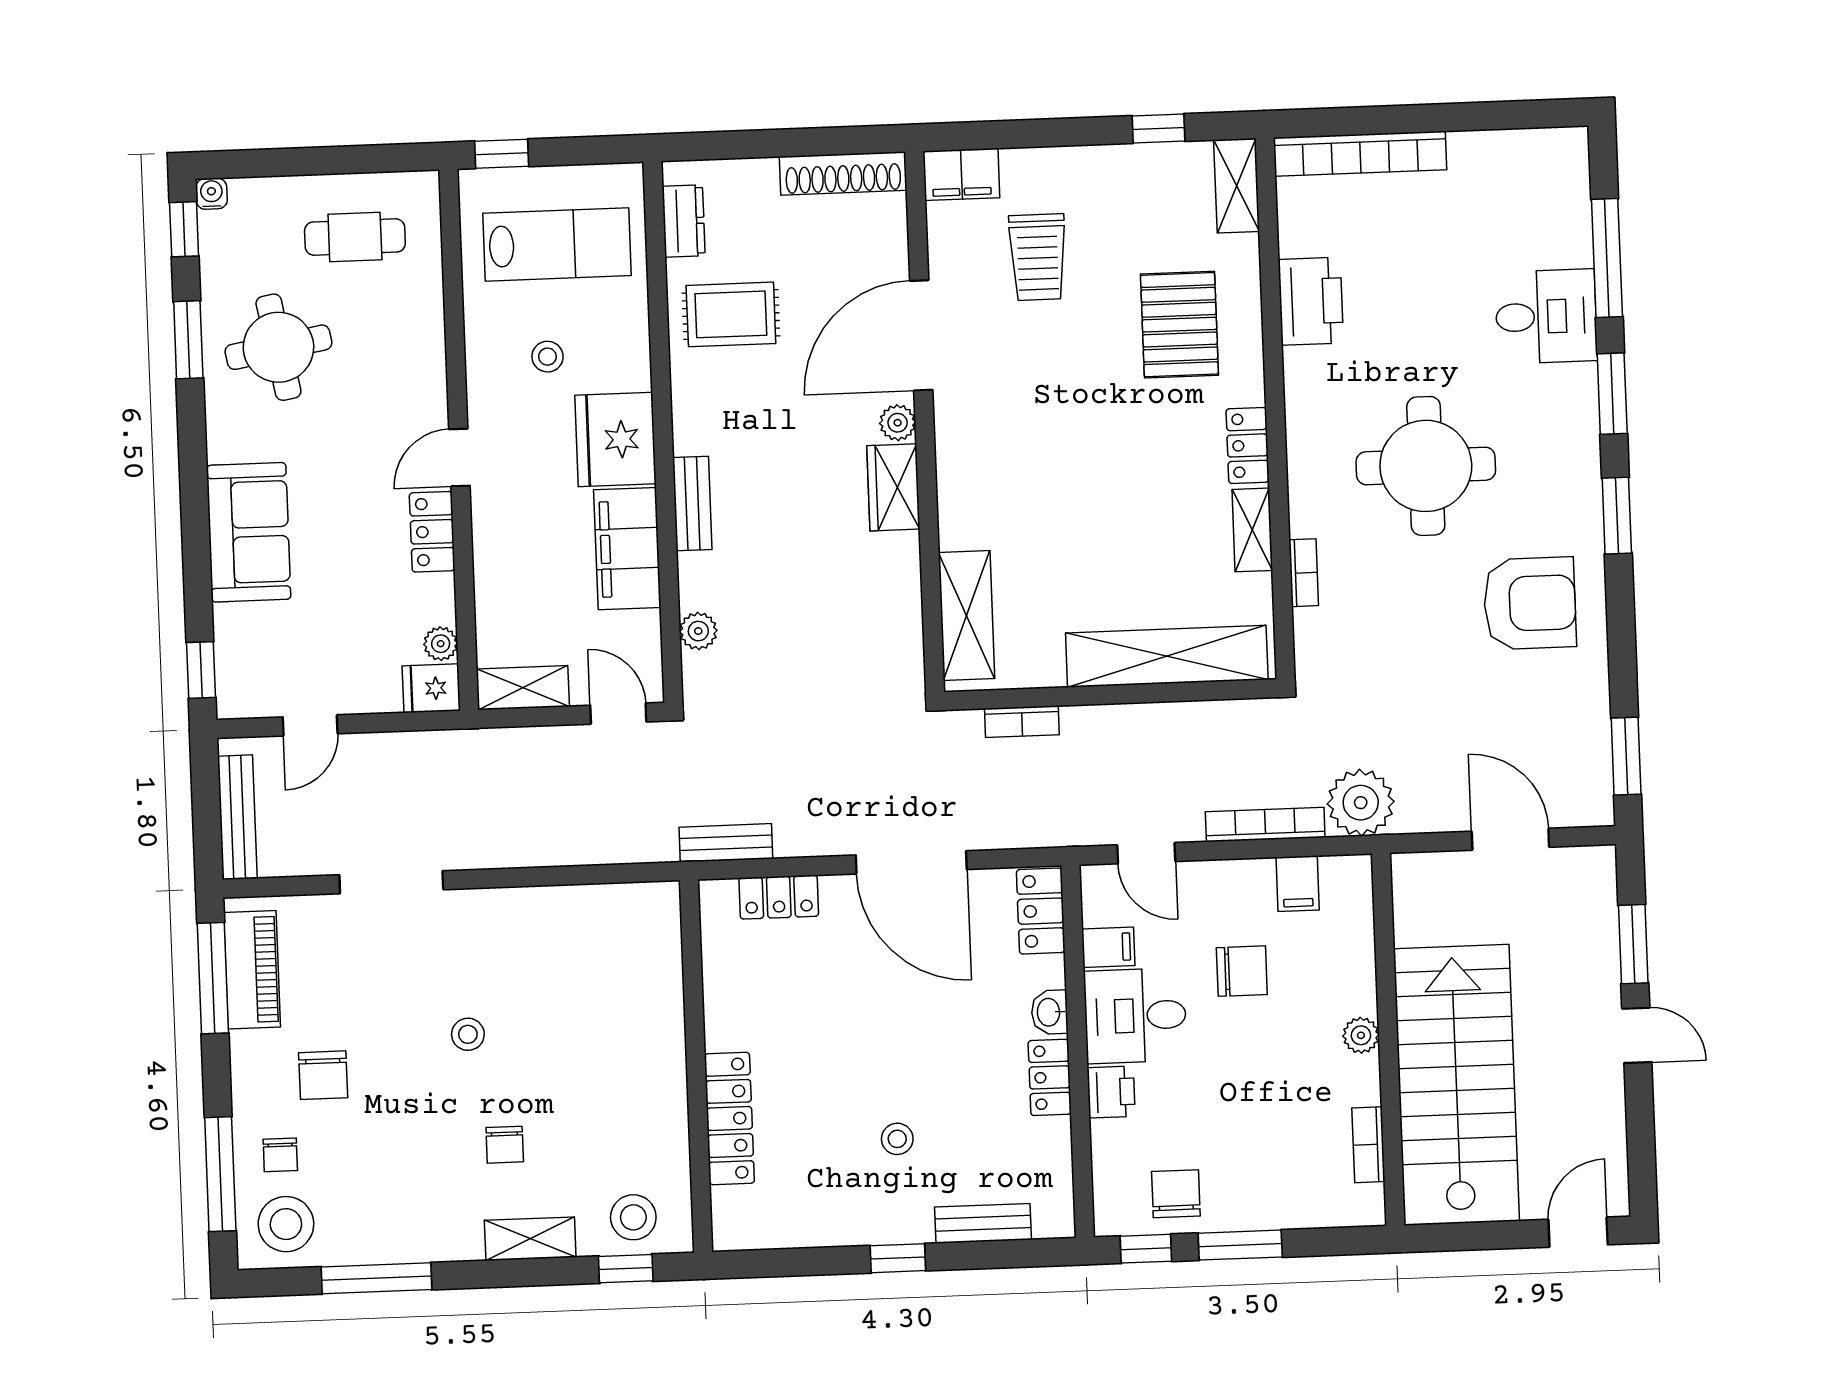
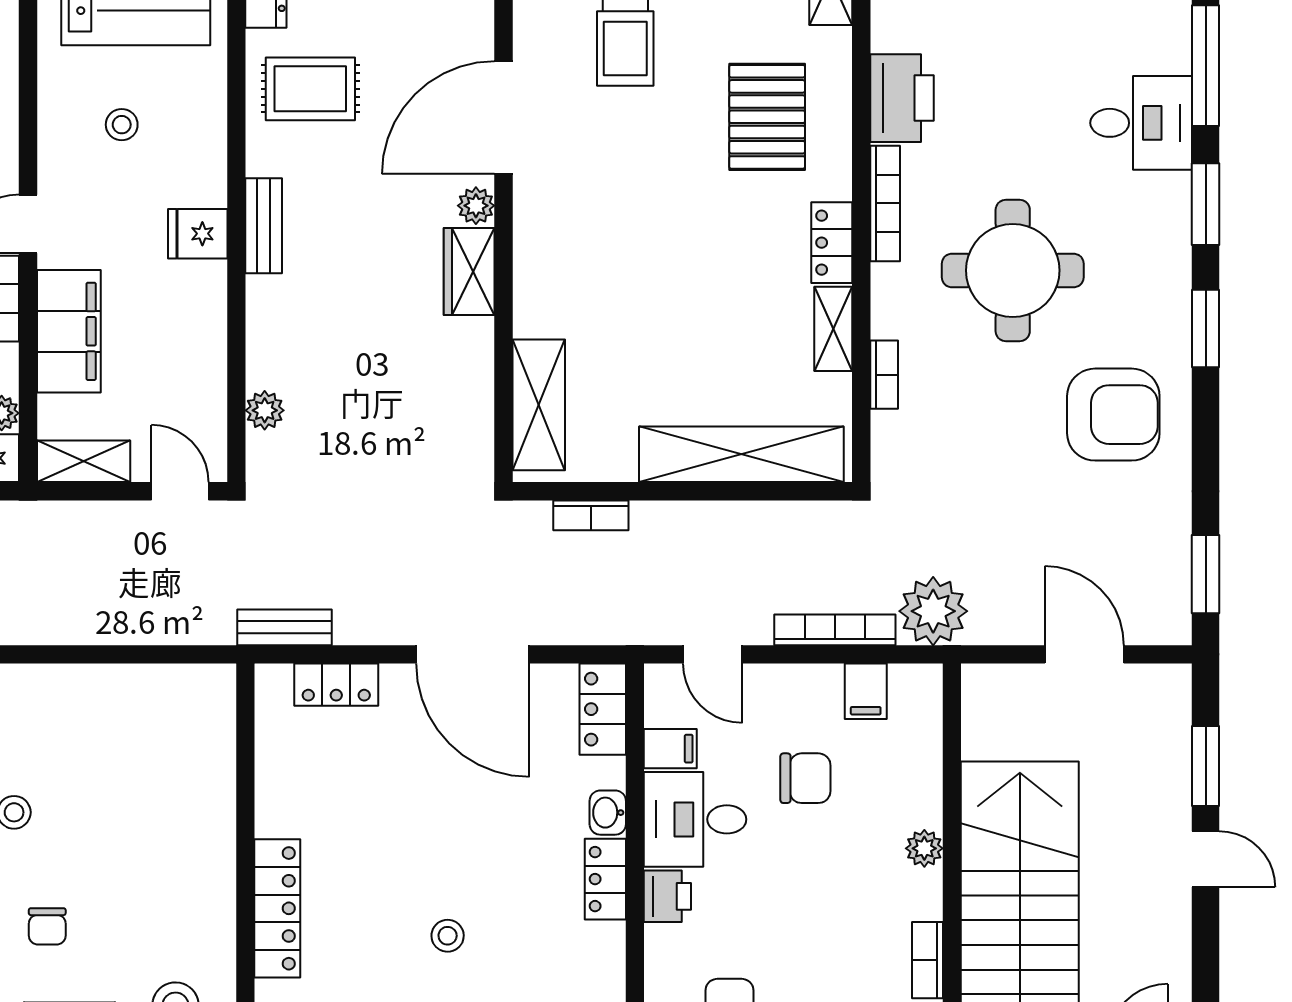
bookcase: (1298, 405) -> (885, 203), added
fridge: (615, 439) -> (198, 234), width x0.53, depth x0.75
bench: (692, 503) -> (264, 226), moved
filing cabinet: (627, 549) -> (69, 331), moved, turned 180

